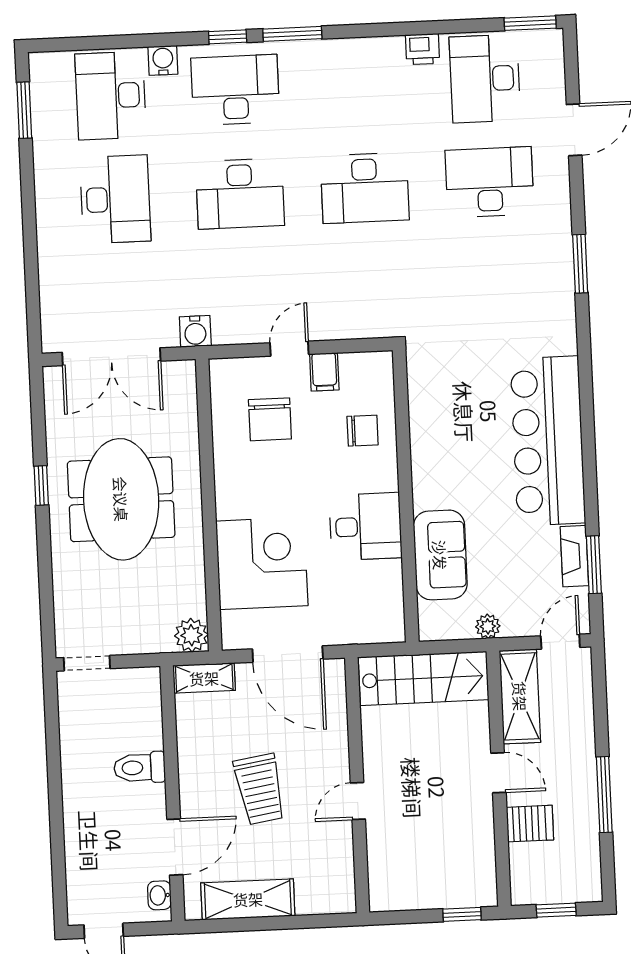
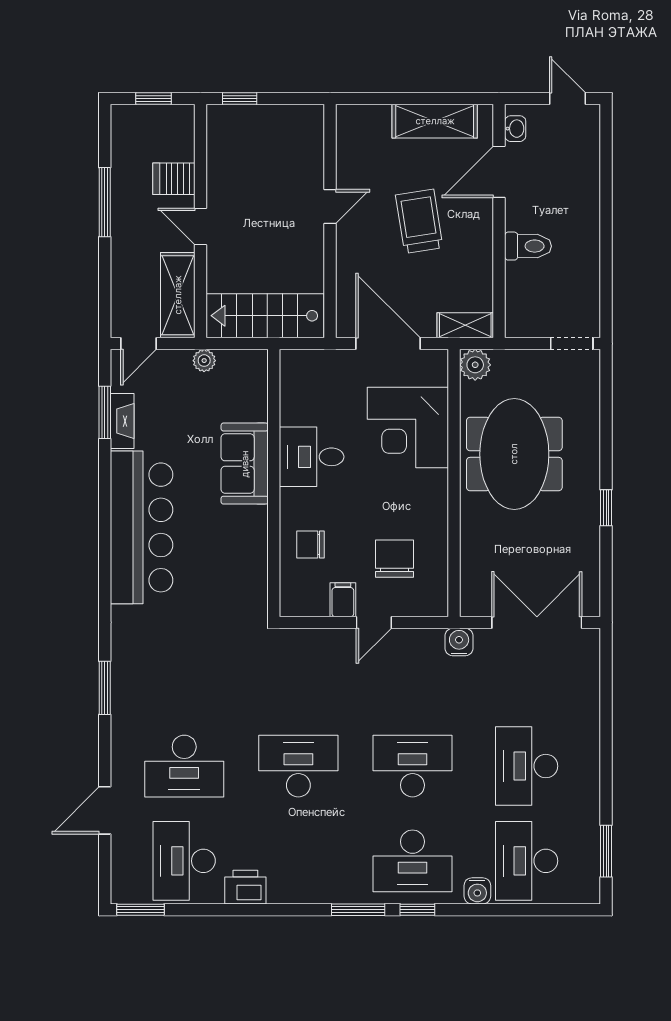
printer: (423, 49) -> (245, 887), width x1.36, depth x1.24
desk: (485, 79) -> (184, 861), turned 180
desk: (111, 96) -> (527, 861), turned 180
meeting table: (121, 499) -> (514, 454), moved
sofa: (440, 555) -> (245, 464), moved

